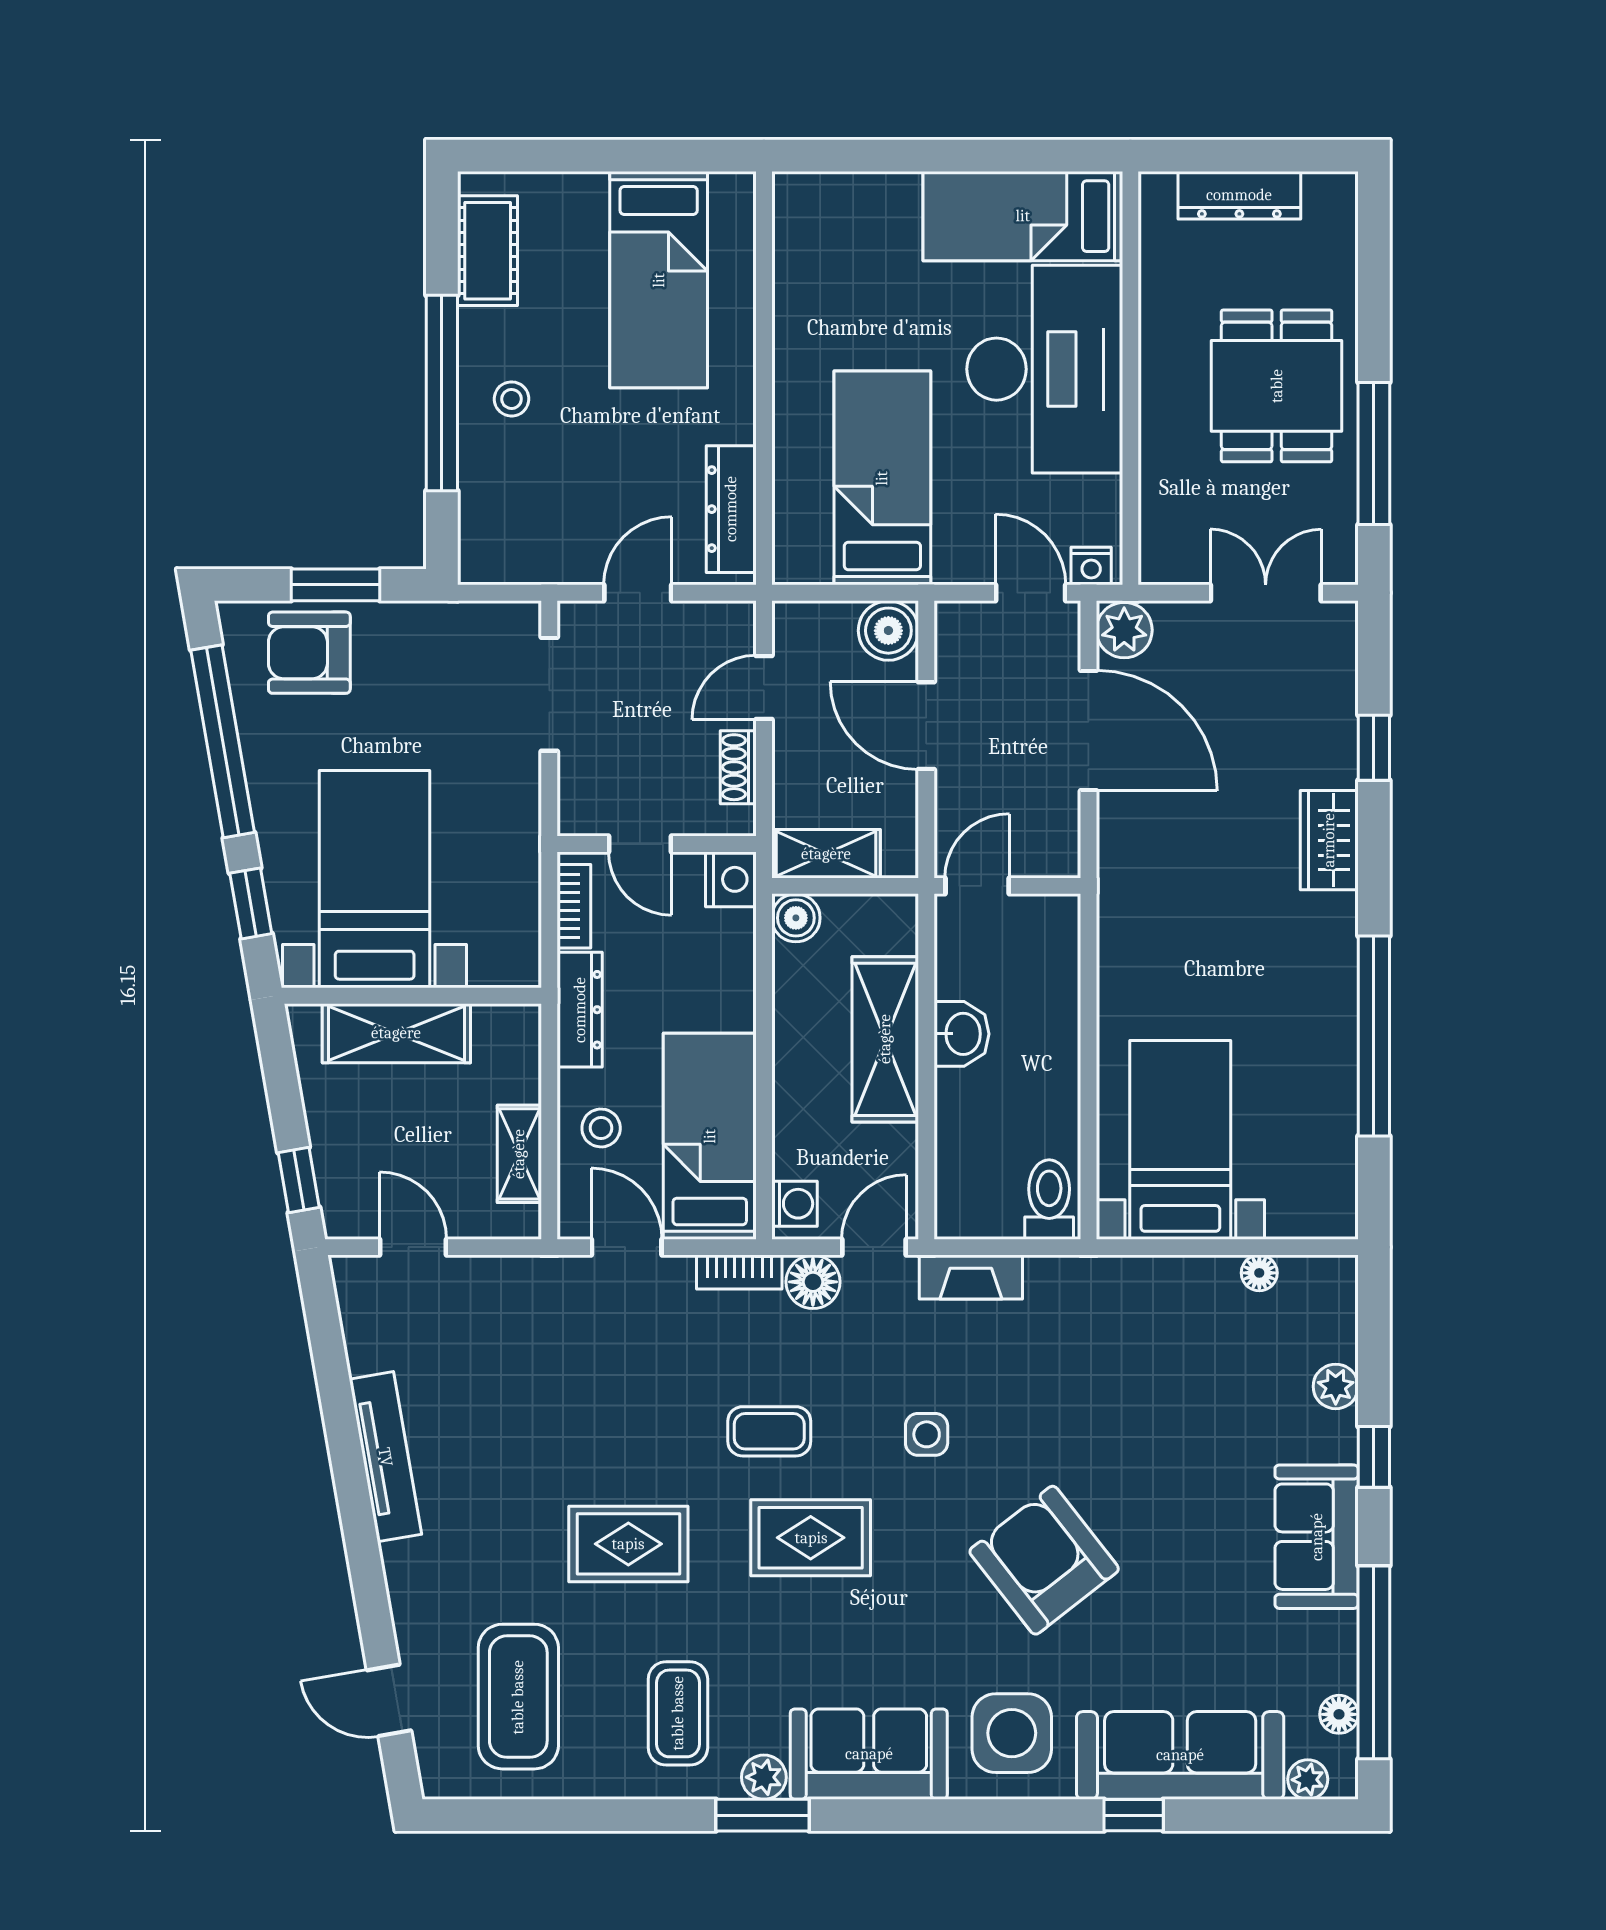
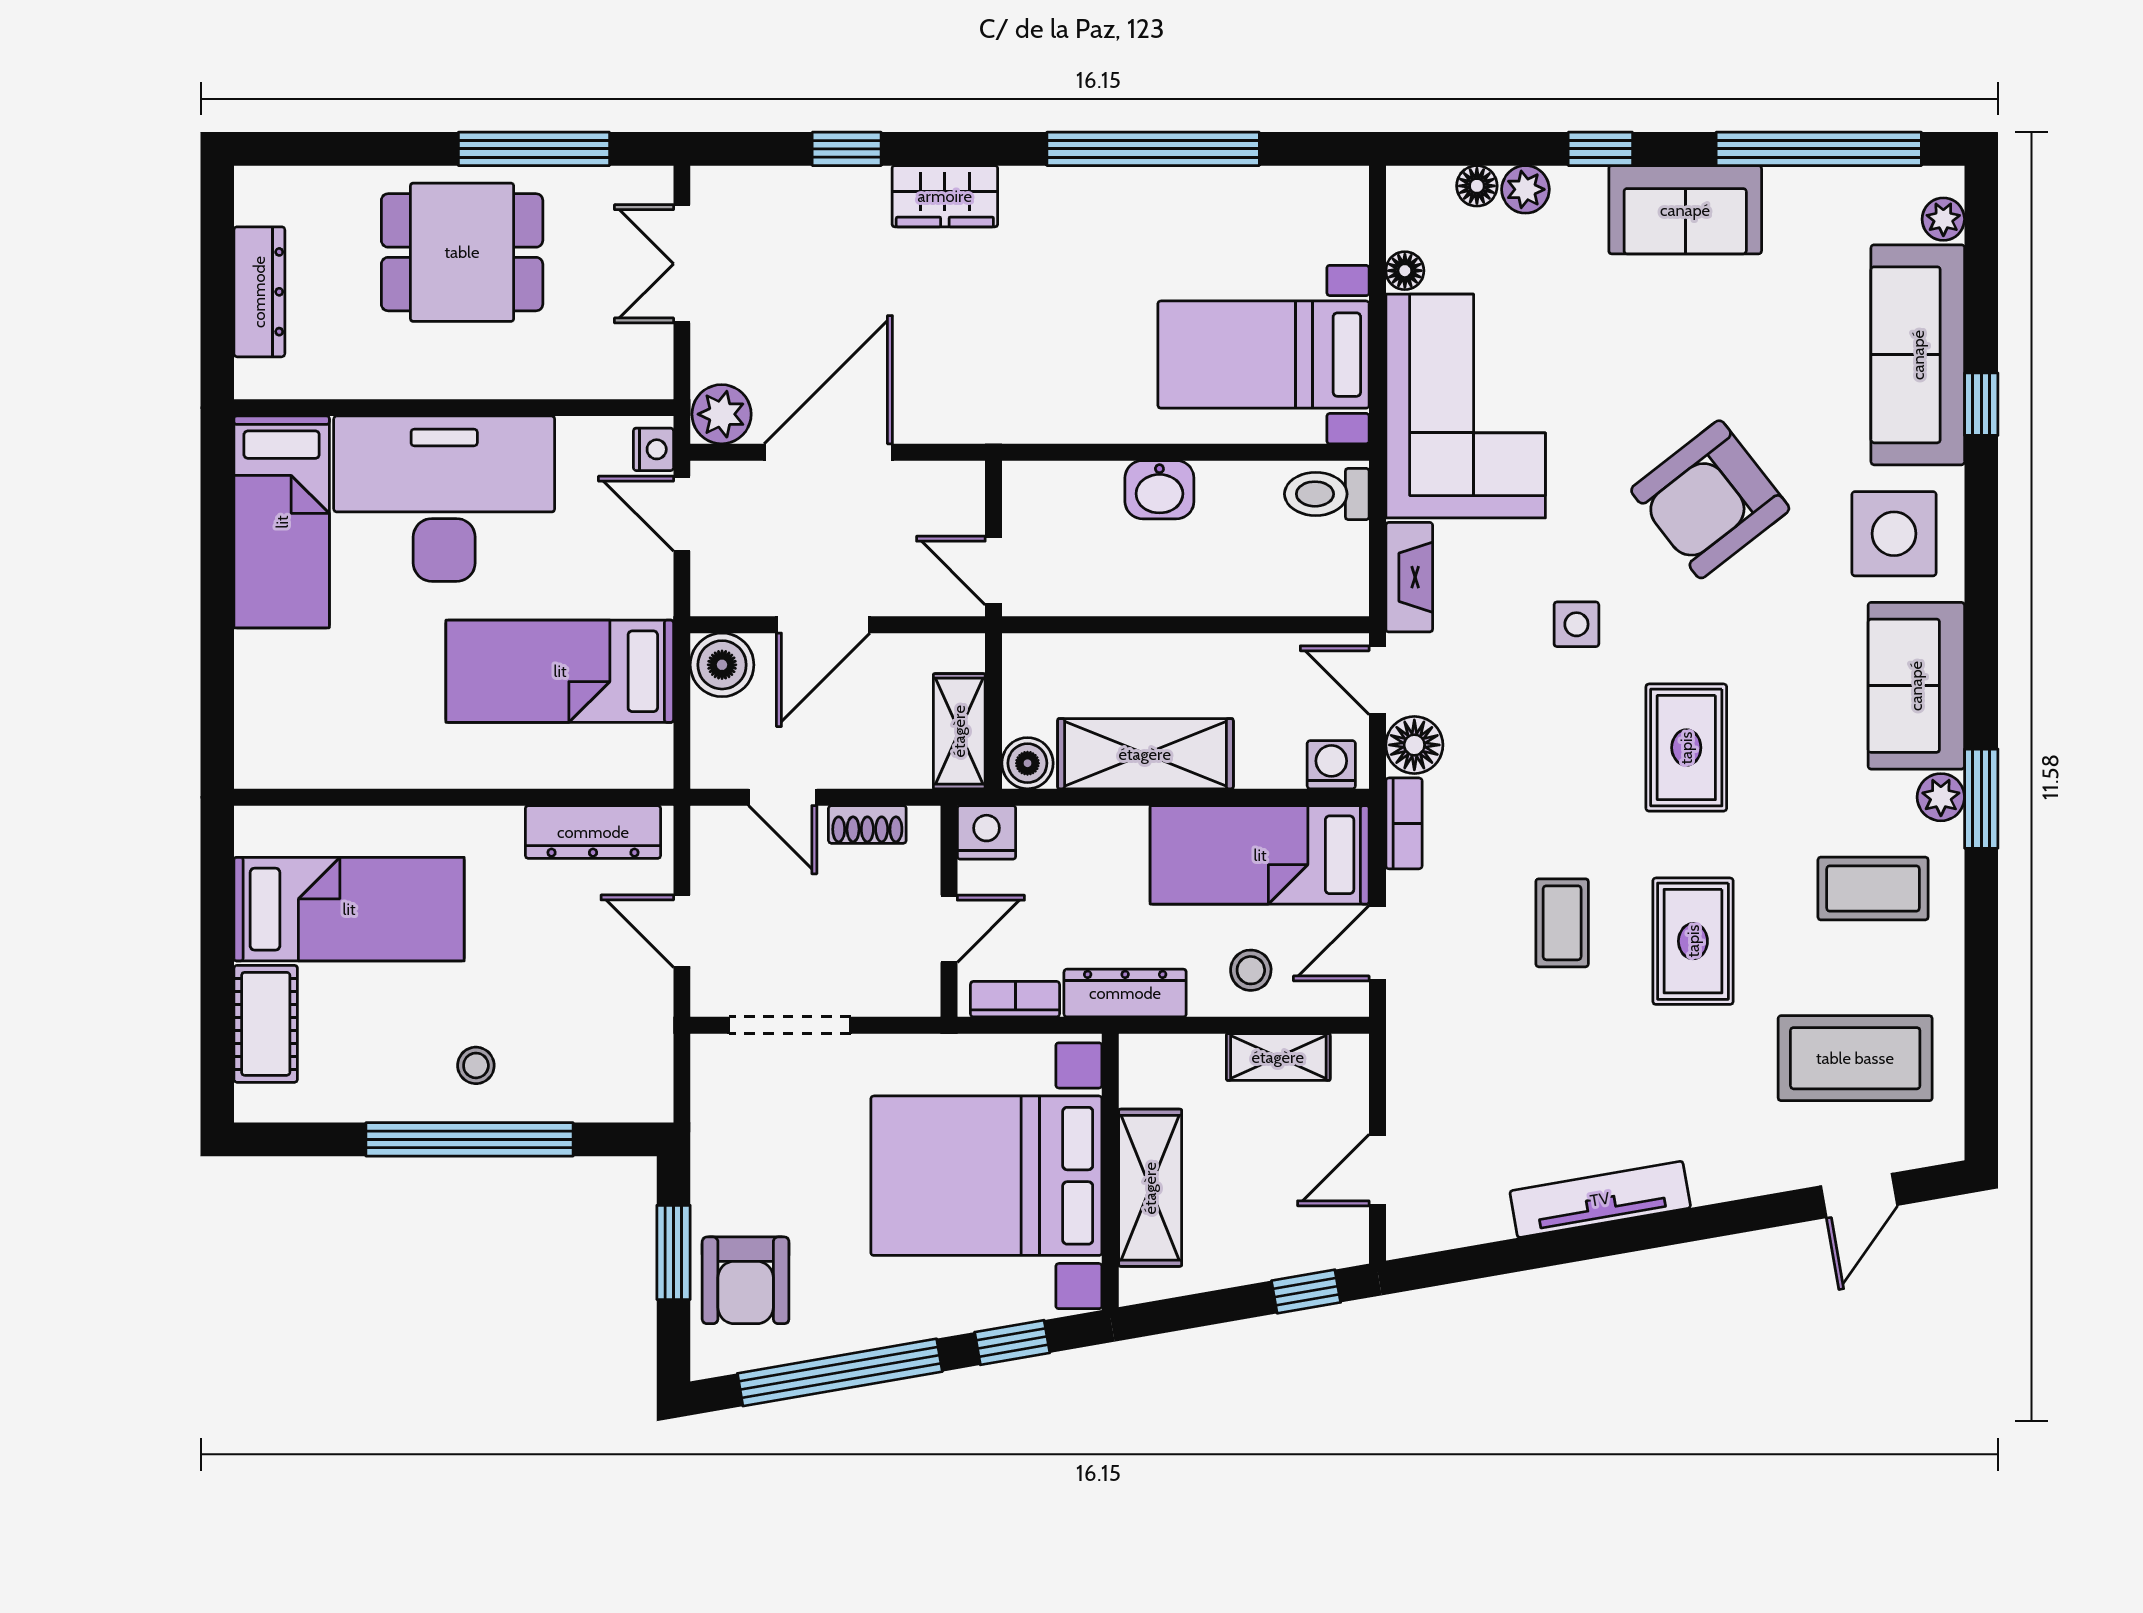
cot: (488, 251) -> (266, 1024), moved, turned 90
door: (1031, 593) -> (682, 514), hinge flipped
bed with nightstands: (375, 879) -> (986, 1176), width x1.36
washbasin: (961, 1034) -> (1159, 490), moved, turned 180
shelving: (885, 1039) -> (1145, 754), moved
corner sofa: (1132, 1330) -> (1466, 406), added
coffee table: (769, 1431) -> (1562, 923), moved
floor lamp: (1339, 1714) -> (1477, 186), moved

